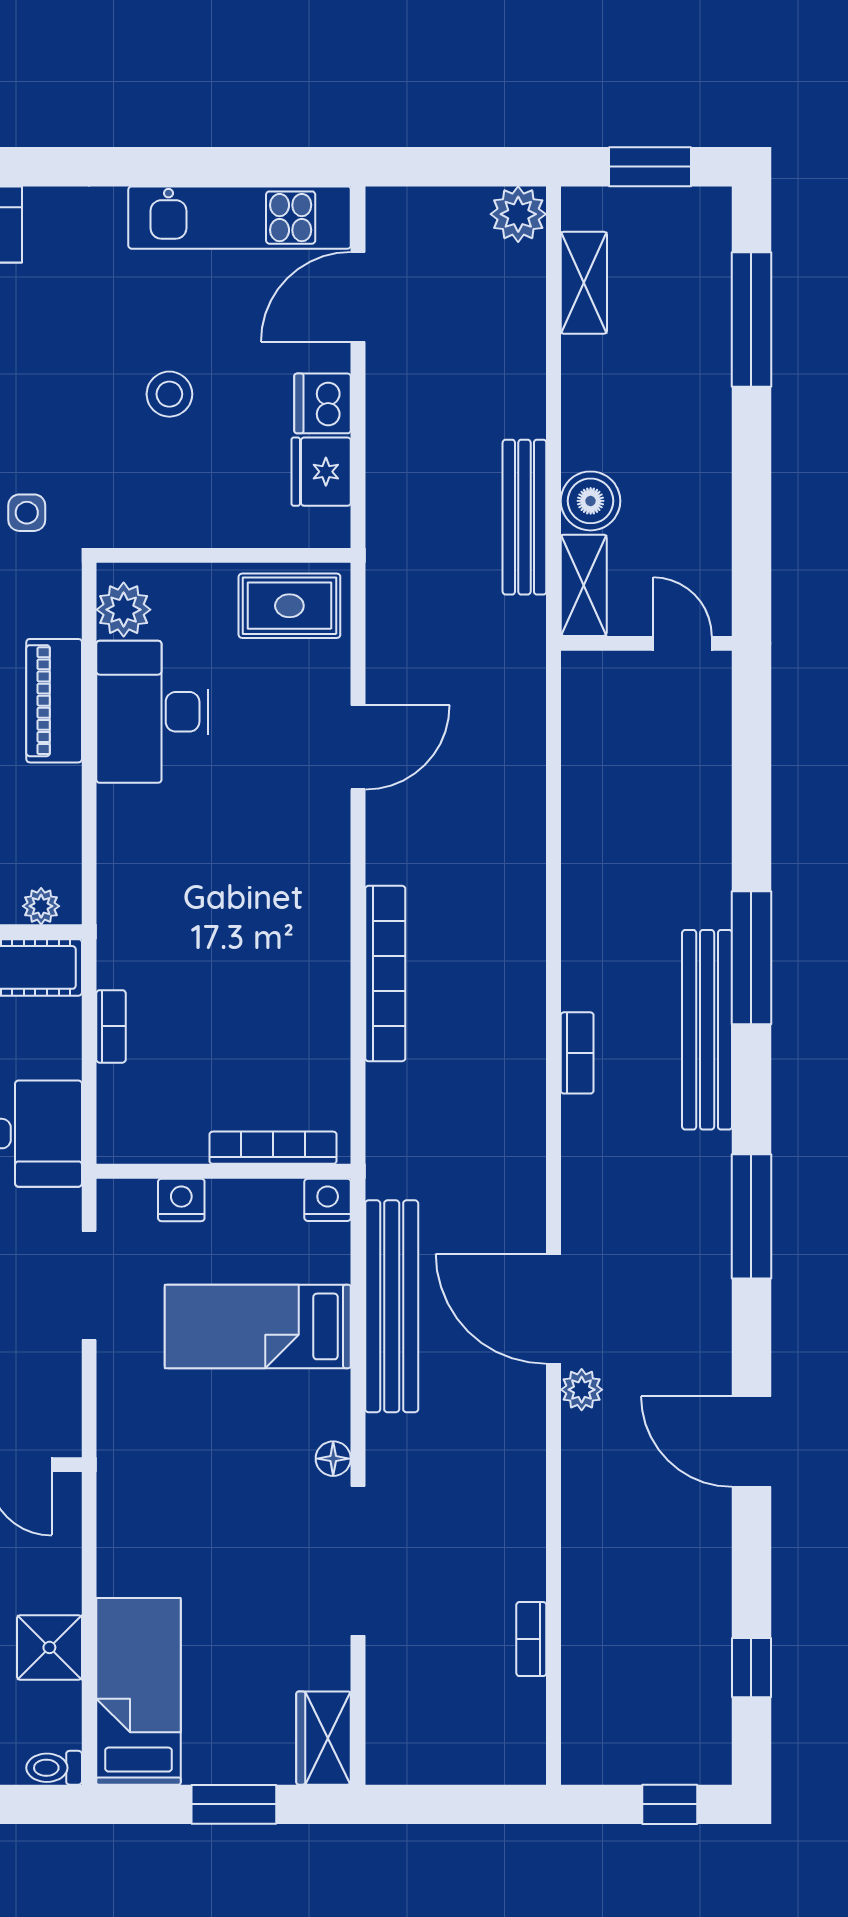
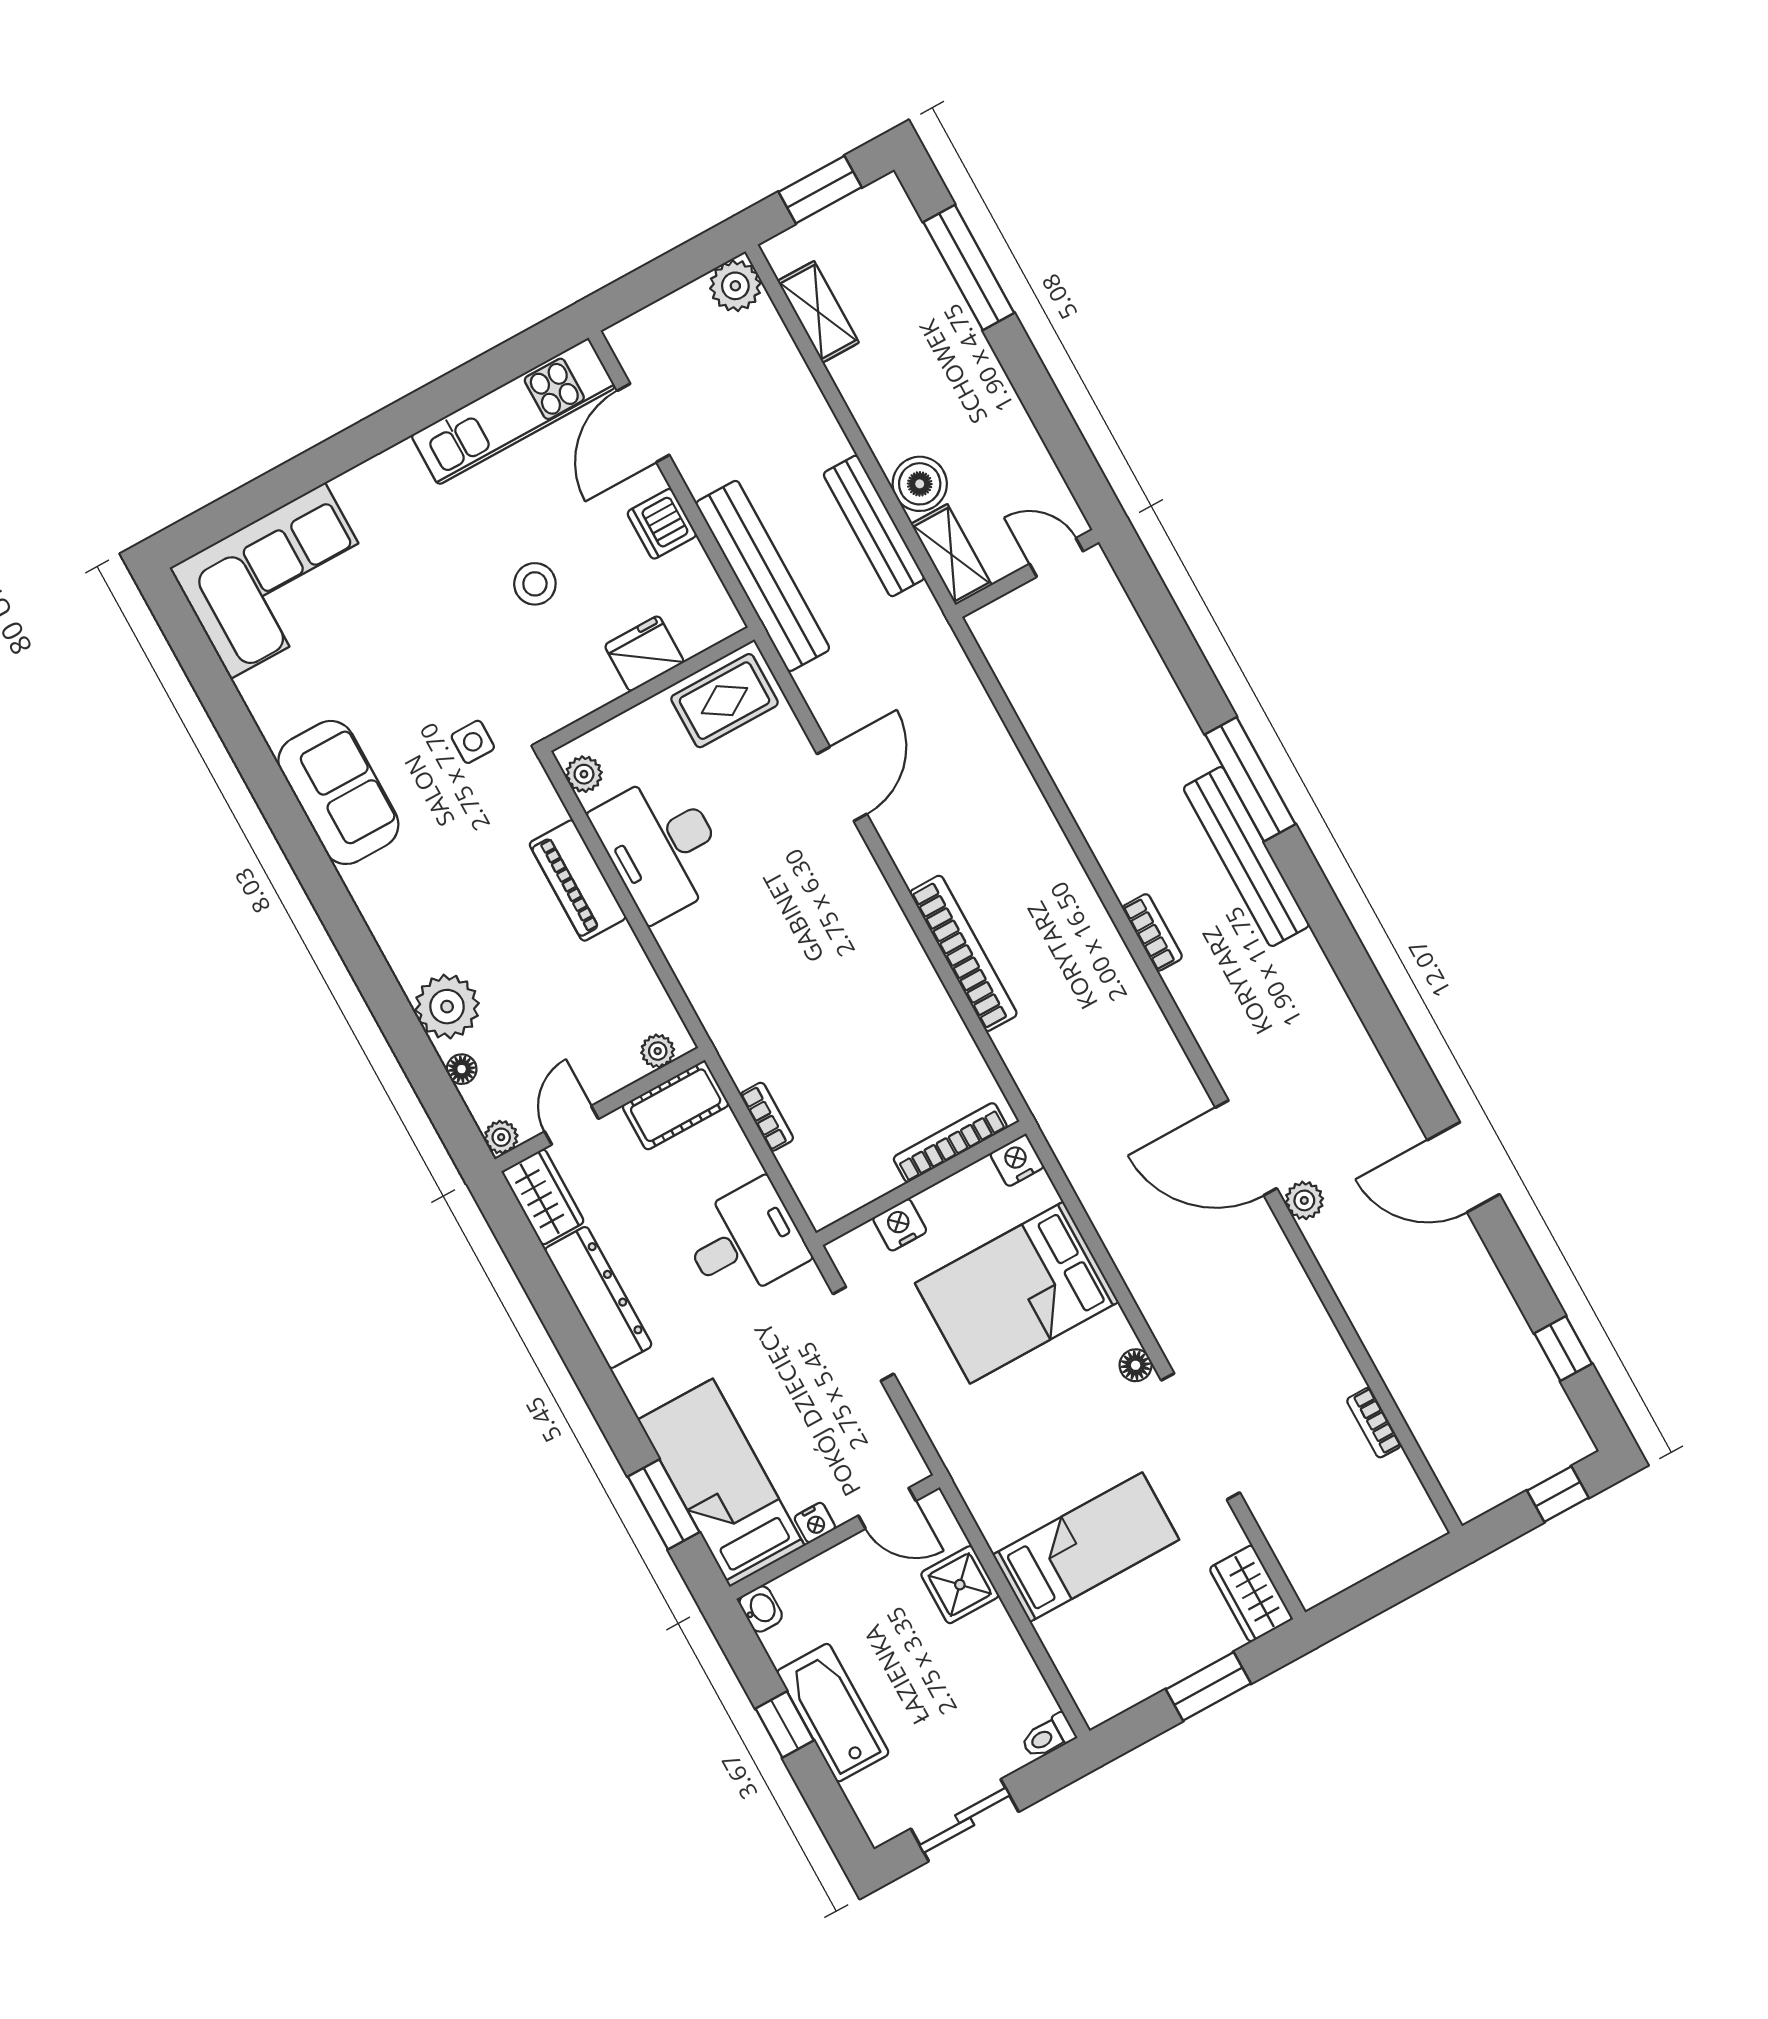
fridge: (321, 472) -> (644, 654), moved, turned 90
plant: (124, 610) -> (584, 774), width x0.73, depth x0.73
window: (751, 1216) -> (1364, 987), removed
bench: (392, 1306) -> (763, 576), moved
bed: (258, 1326) -> (1017, 1293), width x1.50
shower: (49, 1647) -> (960, 1585), moved
bed: (139, 1691) -> (1086, 1547), moved, turned 90

